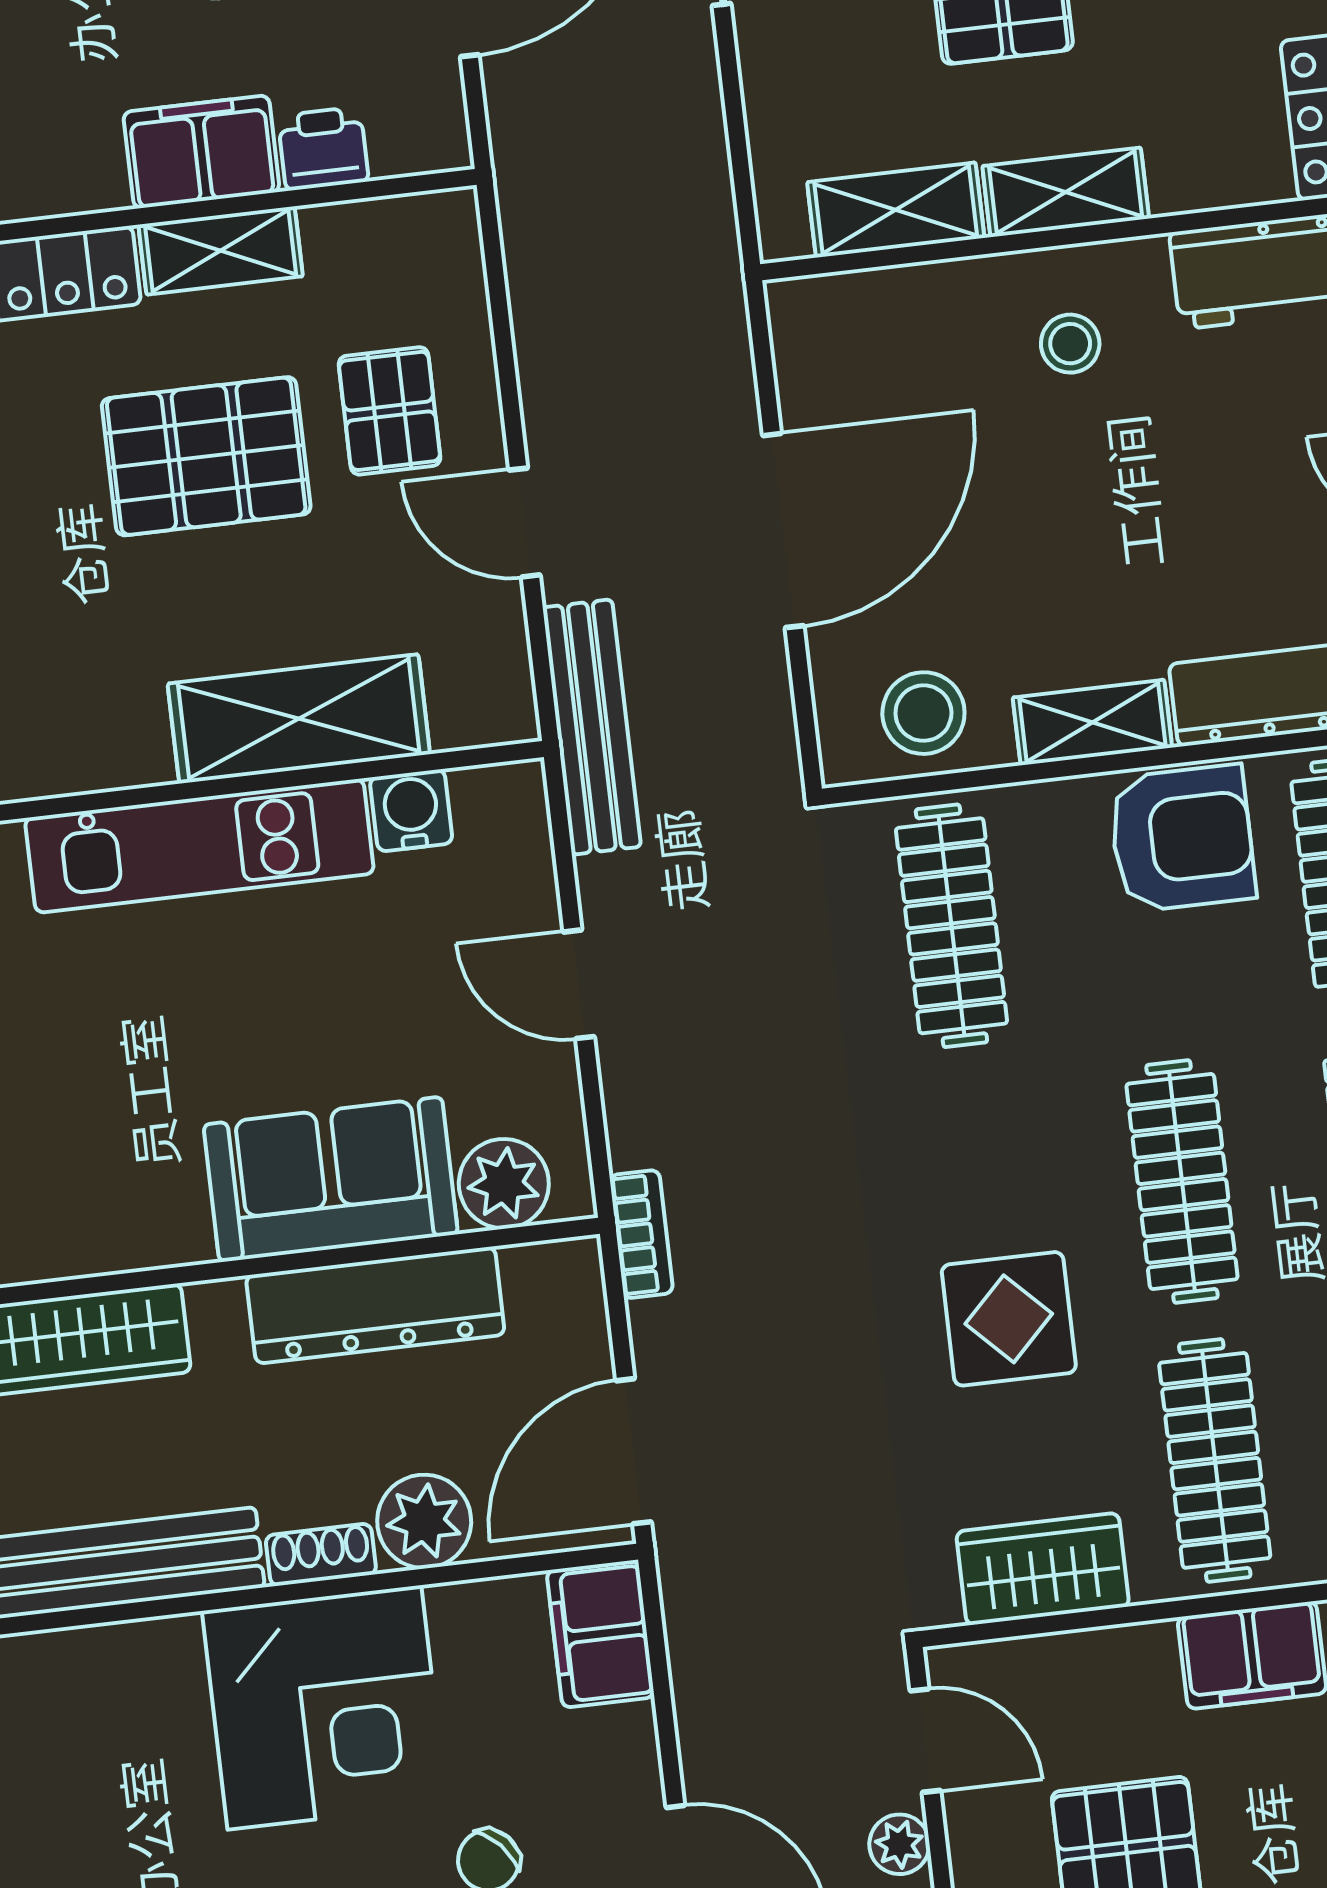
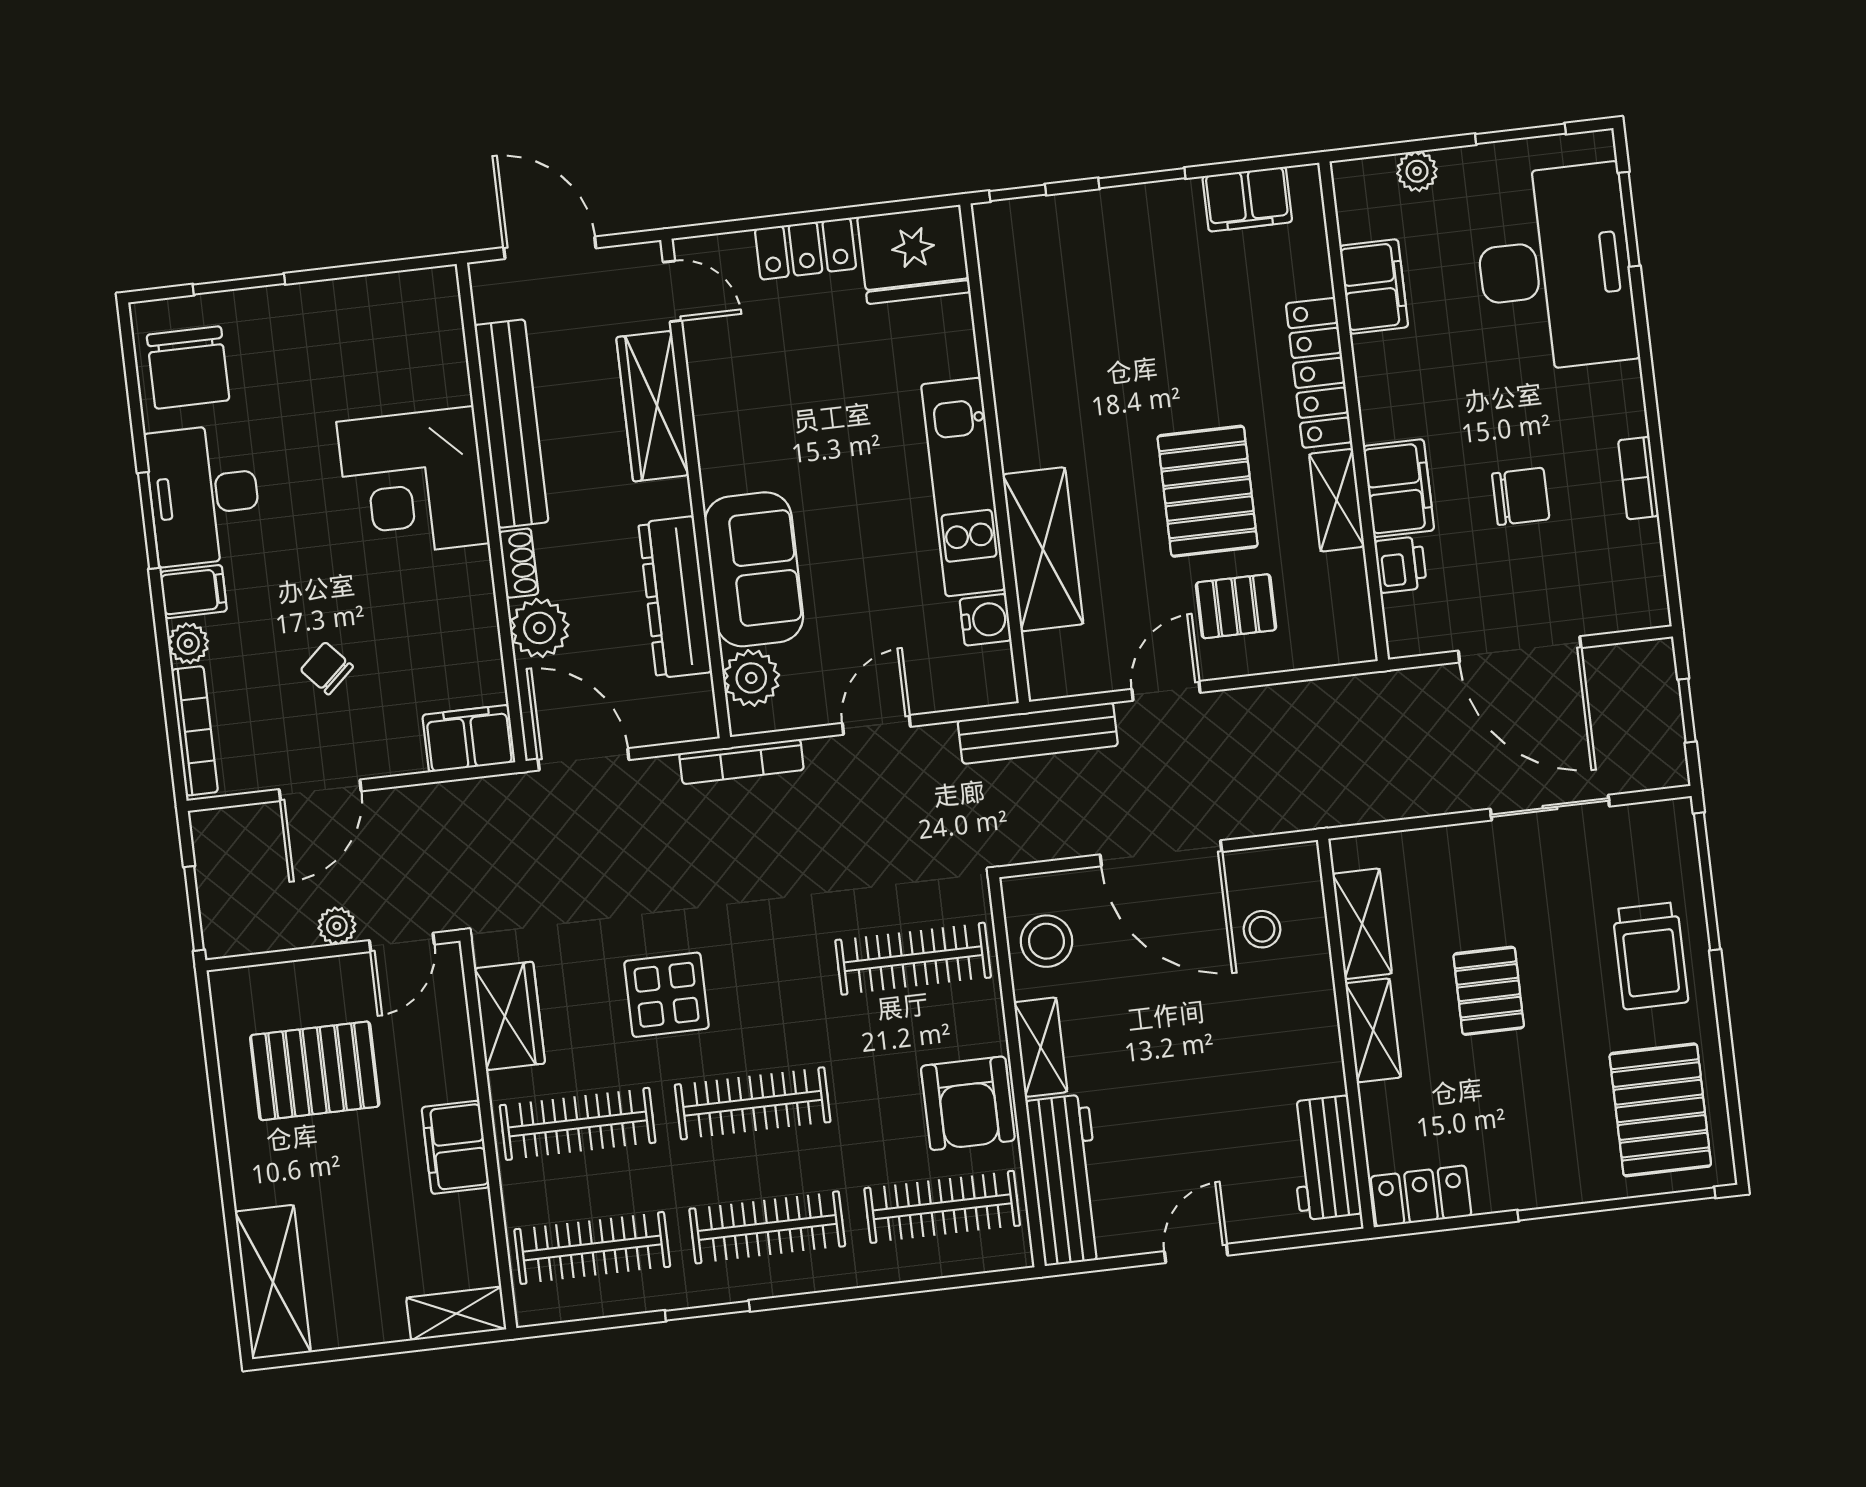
stool: (1070, 344) -> (1262, 929), moved
bookcase: (641, 1234) -> (741, 762), width x1.56
corner desk: (324, 1707) -> (413, 483), moved

